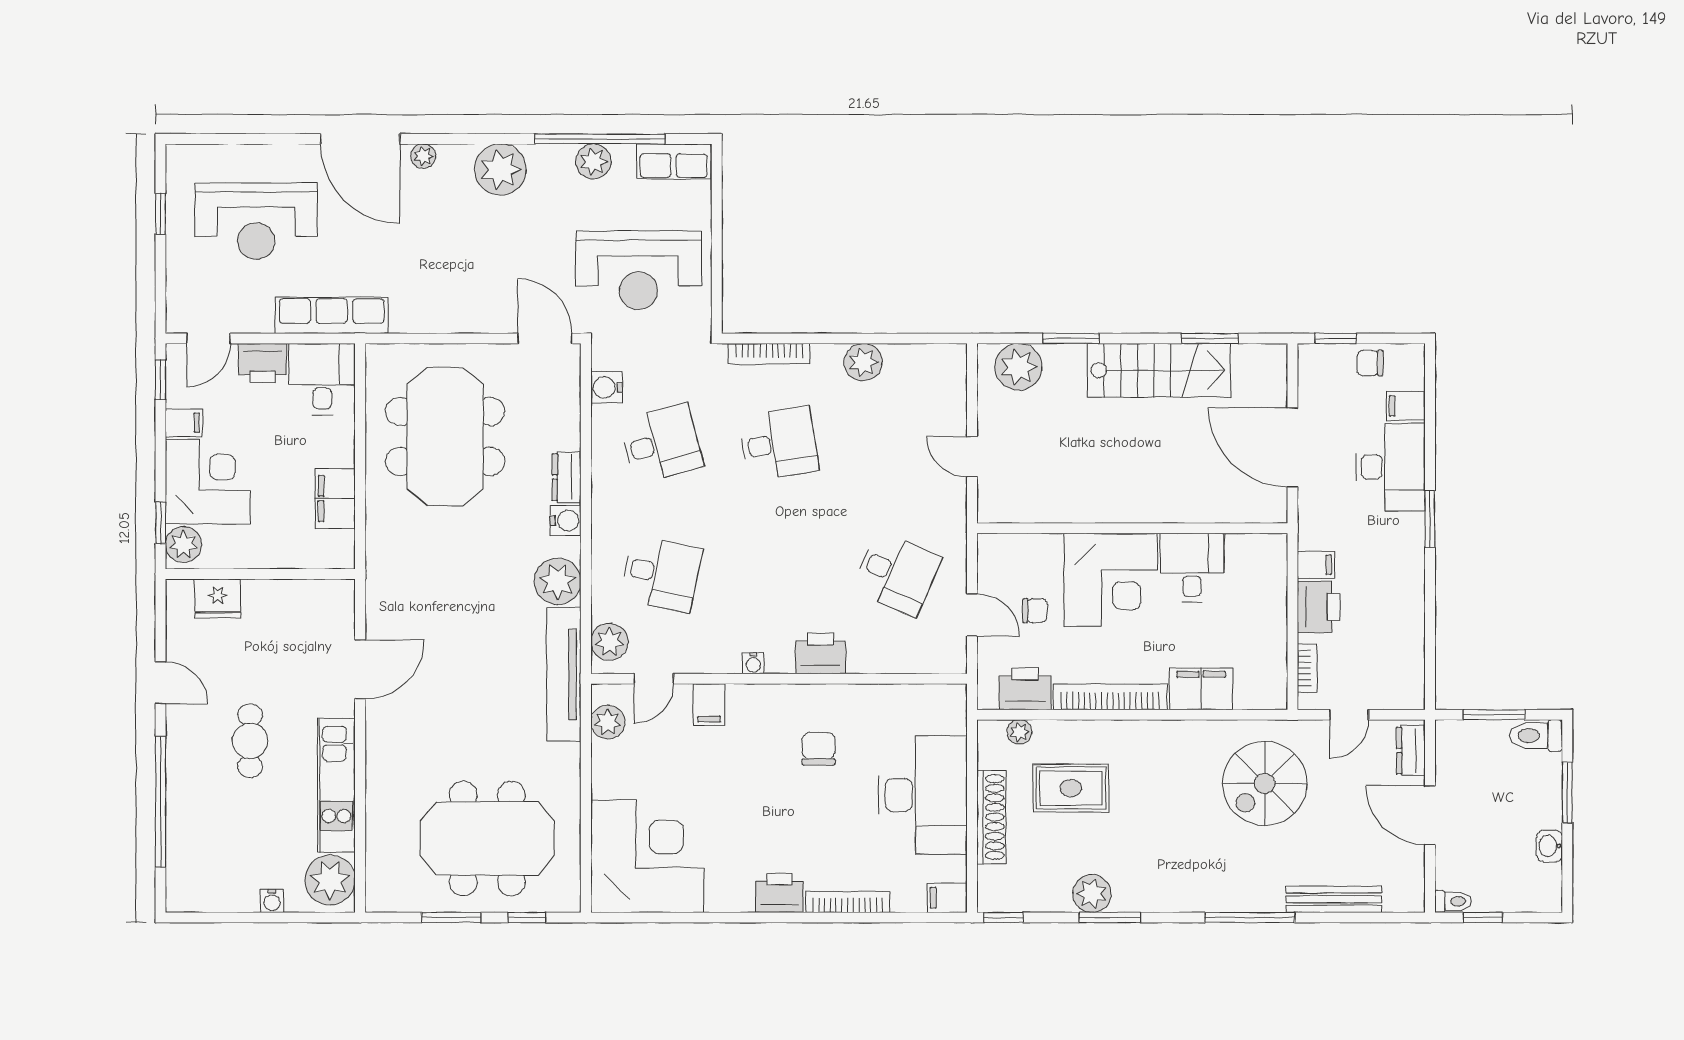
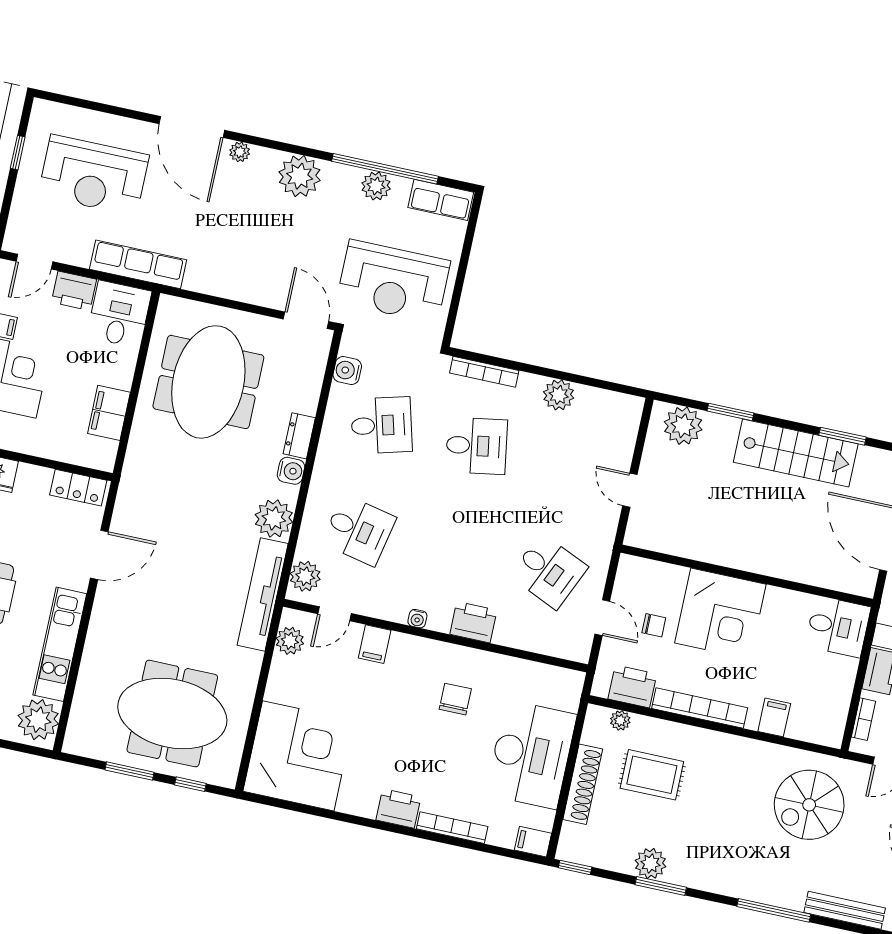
desk: (1192, 568) -> (838, 627), moved, turned 90
locker: (318, 595) -> (78, 488), added
filing cabinet: (1201, 689) -> (774, 717), width x0.50

